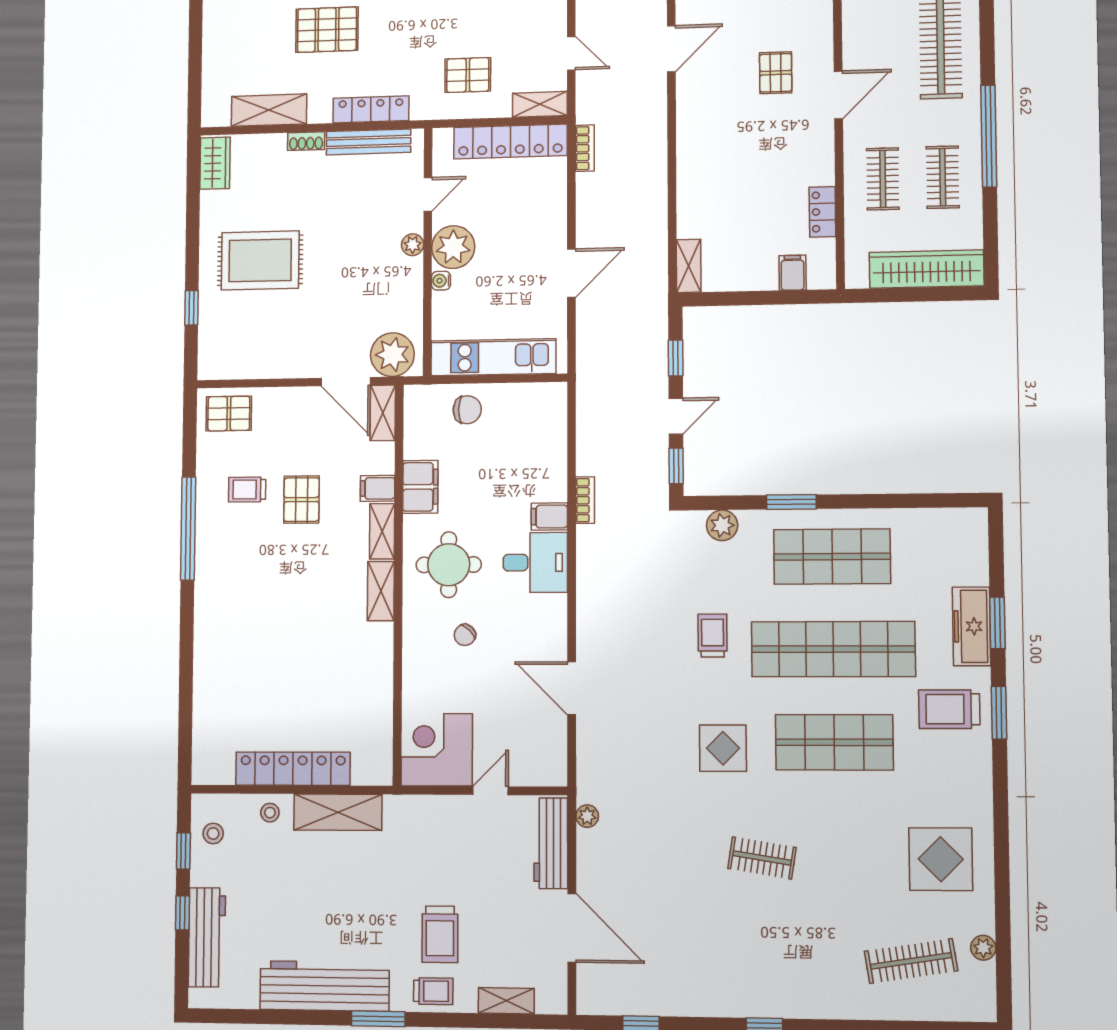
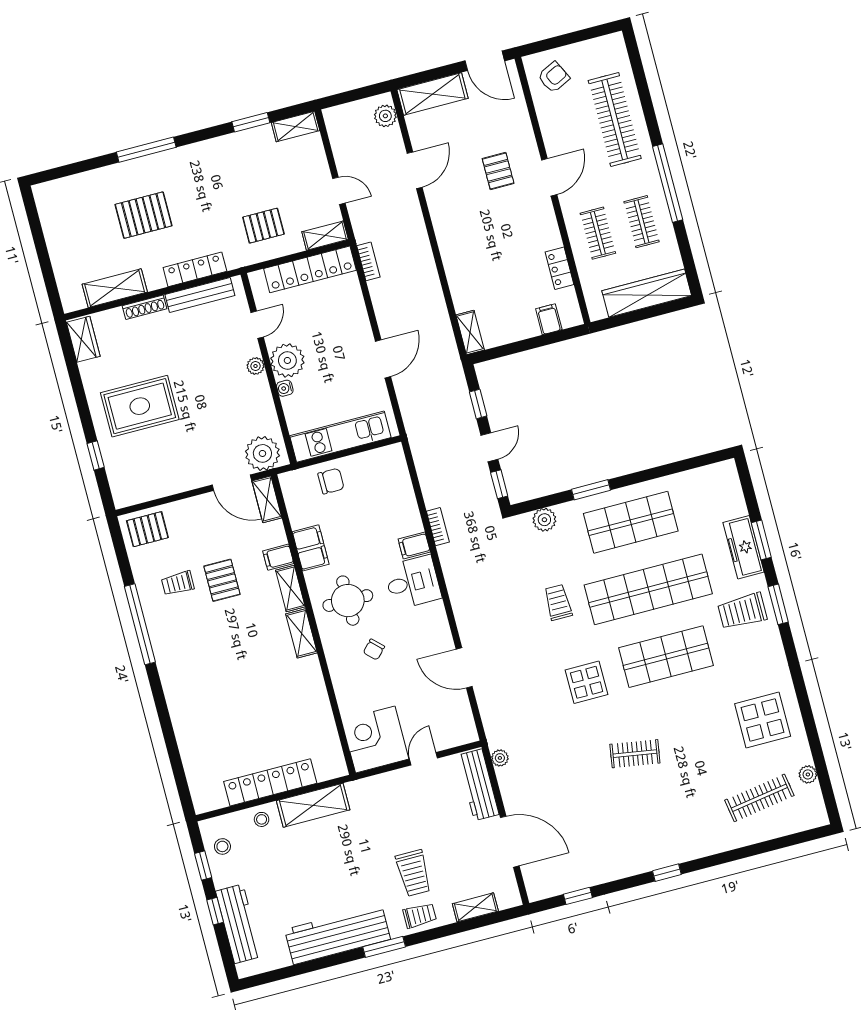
shoe rack: (306, 141) -> (145, 307), width x1.43

